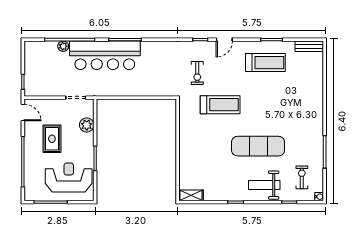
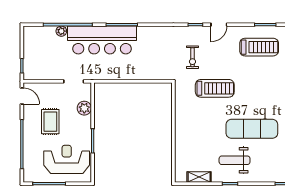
weight bench: (264, 185) -> (235, 160), moved
shelving: (191, 195) -> (199, 177), moved

